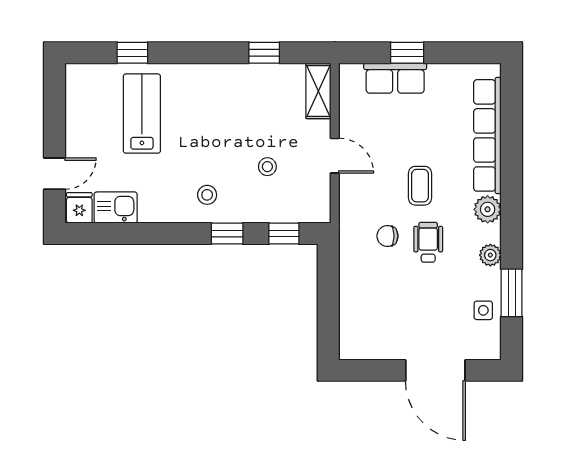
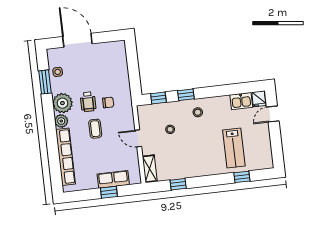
plant: (490, 255) -> (62, 103), width x1.87, depth x1.87

